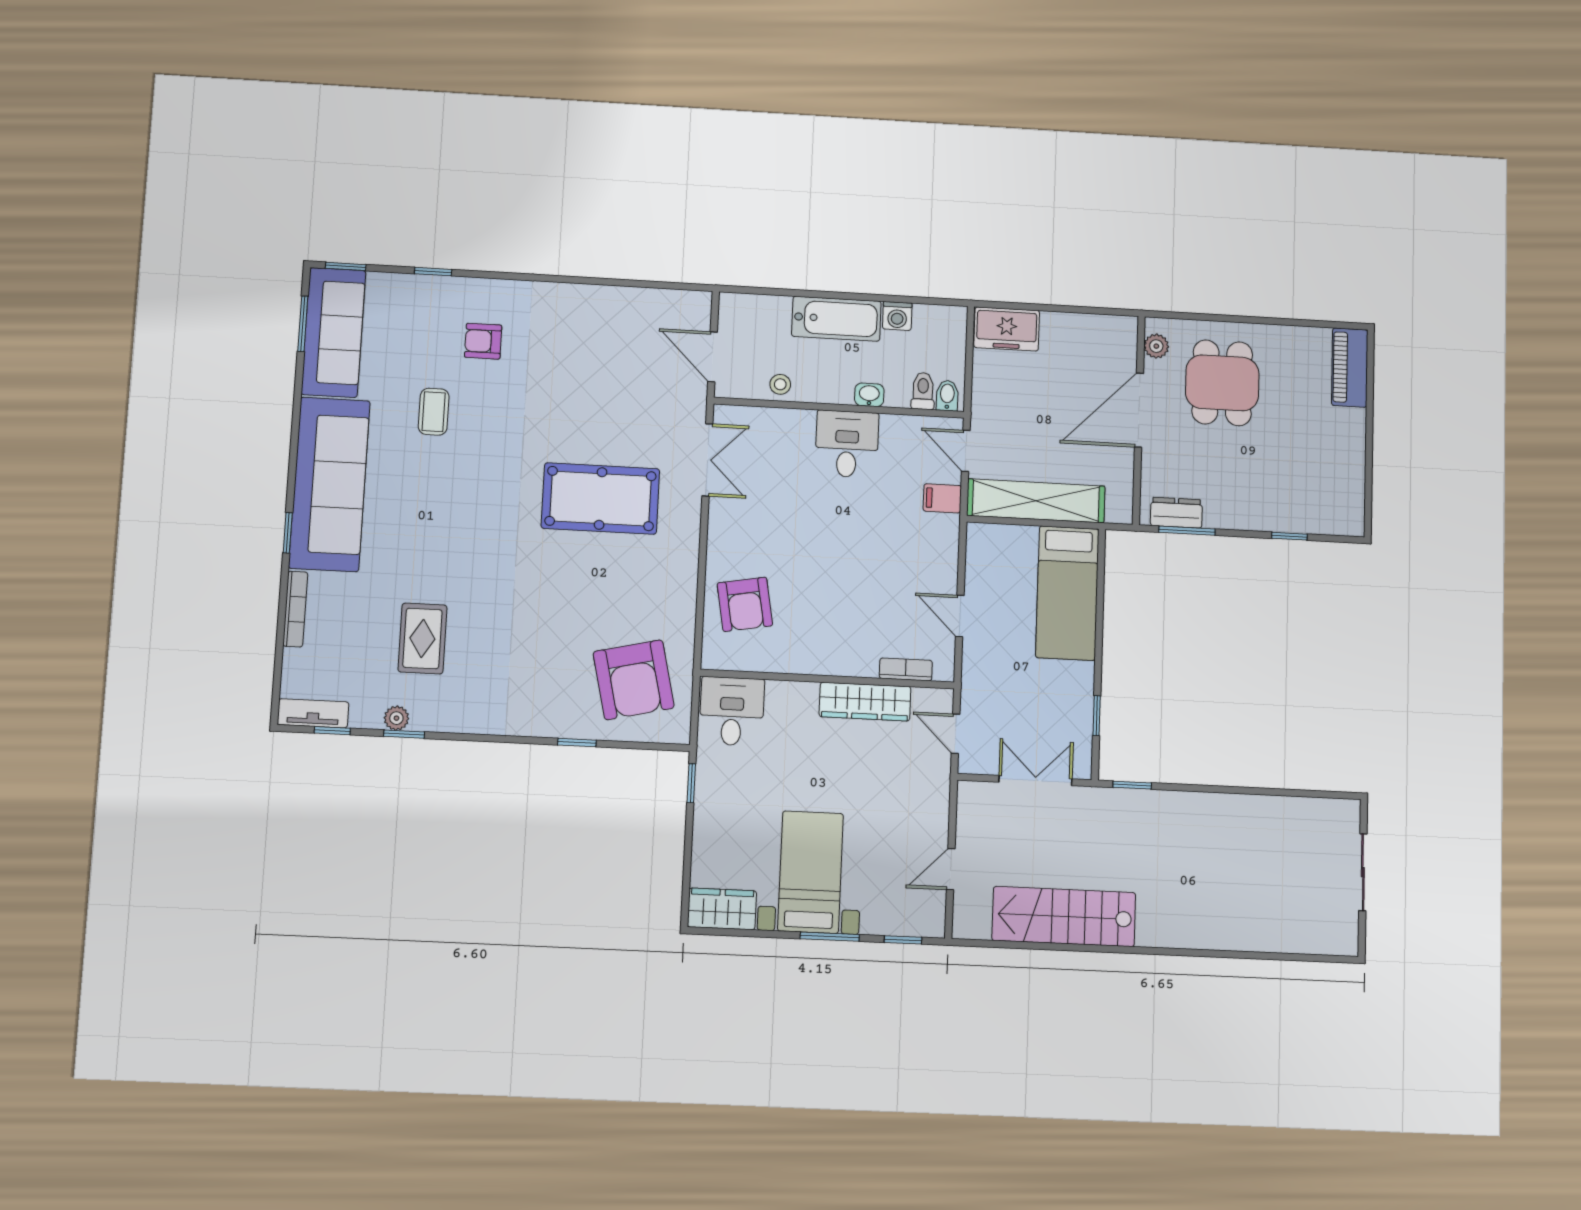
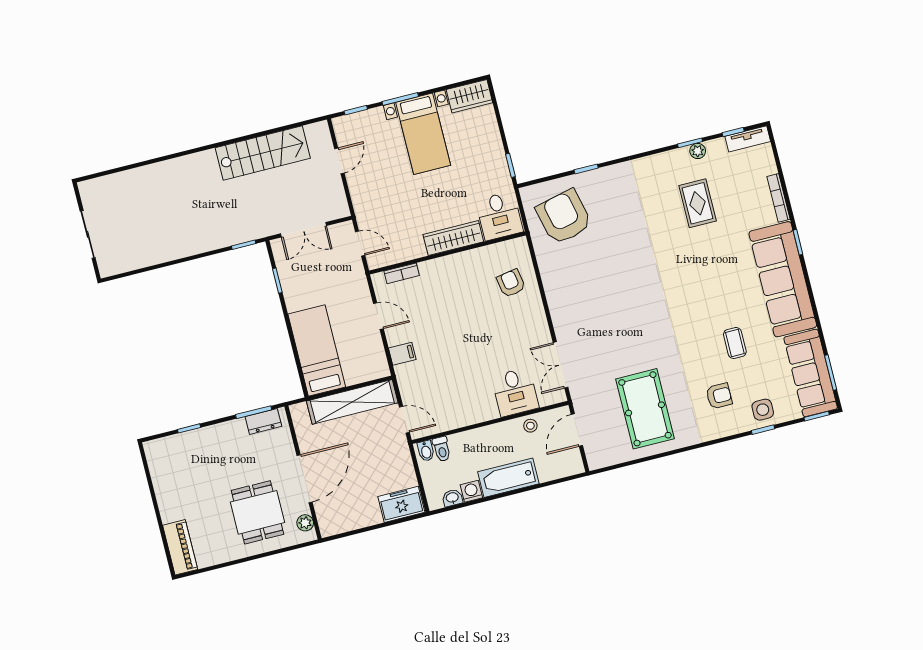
side table: (424, 301) -> (763, 410), added
door: (713, 357) -> (577, 430), swing flipped
washbasin: (869, 395) -> (452, 498), moved, turned 180
desk: (847, 444) -> (515, 392), moved
filing cabinet: (942, 498) -> (402, 354), moved
pool table: (601, 499) -> (645, 409), moved, turned 90
armchair: (745, 604) -> (511, 283), width x0.72, depth x0.72
wardrobe: (865, 702) -> (453, 238), moved

